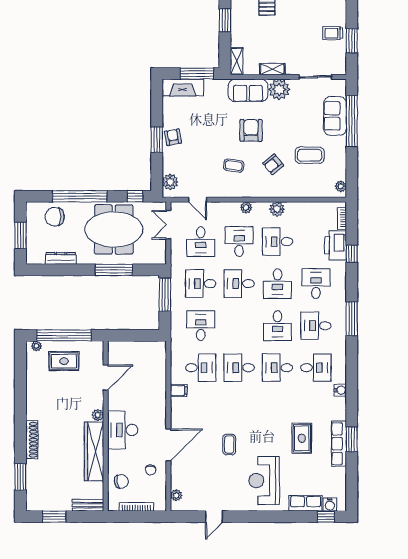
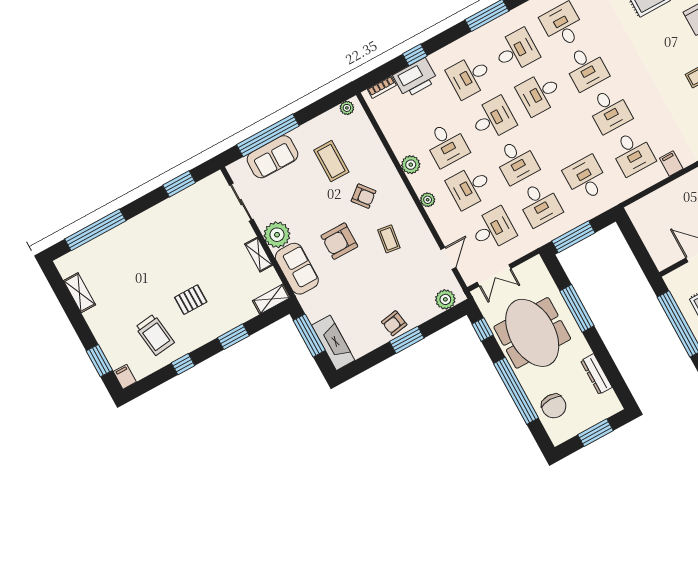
trolley: (333, 33) -> (182, 210), removed
desk: (201, 326) -> (586, 178), turned 90
desk: (278, 326) -> (539, 93), turned 180
desk: (316, 326) -> (516, 51), turned -90
desk: (201, 368) -> (632, 153), turned 180

